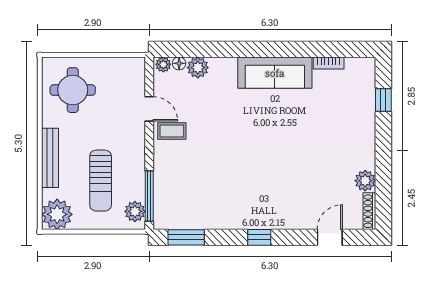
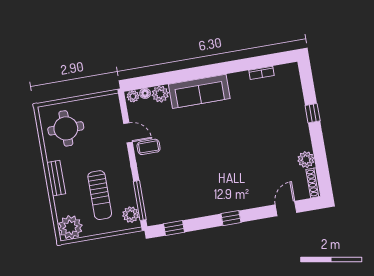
sofa: (275, 73) -> (199, 91), moved
window: (383, 100) -> (313, 113), moved
bench: (50, 158) -> (56, 178), width x0.73
window: (186, 237) -> (174, 228), width x0.67

